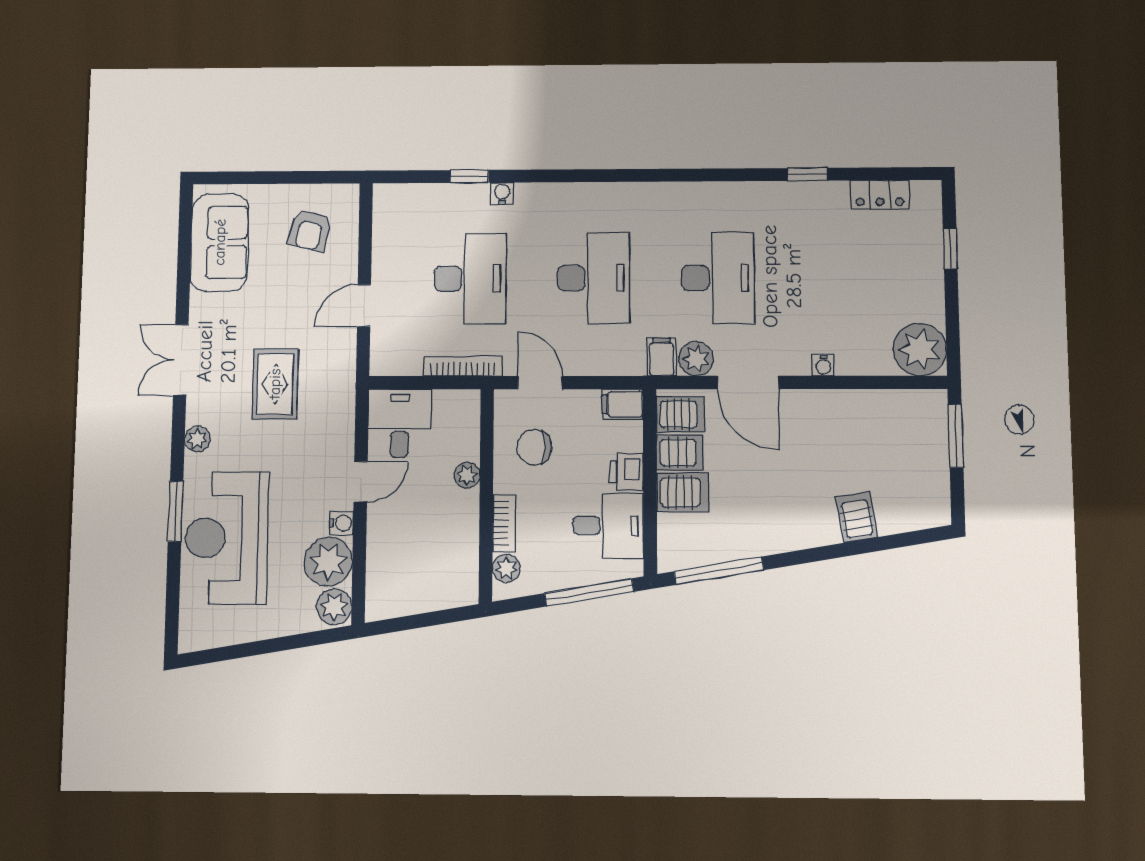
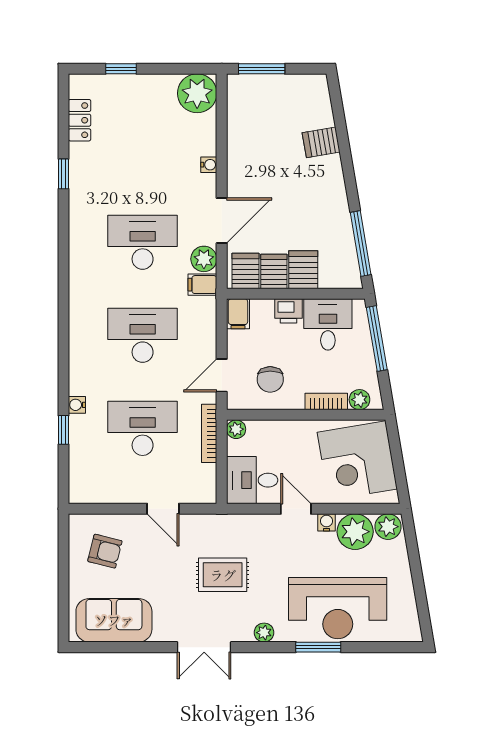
plant: (467, 475) -> (236, 429), moved
corner desk: (424, 565) -> (357, 461), added

